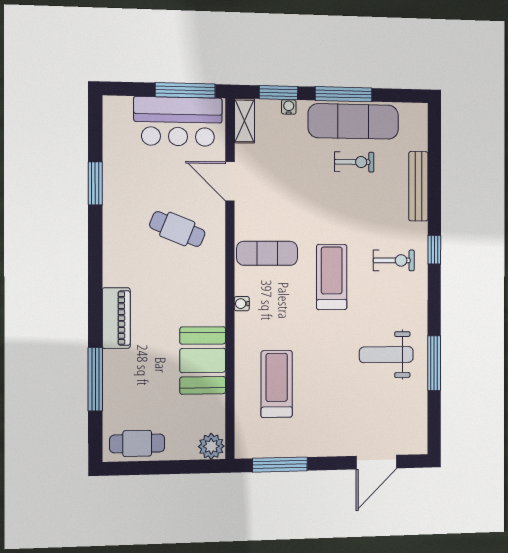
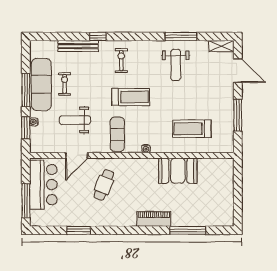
window: (185, 90) -> (26, 201), moved
shelving: (244, 121) -> (221, 46), moved
weight bench: (292, 179) -> (75, 120), added
window: (434, 250) -> (98, 36), moved
treadmill: (332, 277) -> (131, 97), turned 180
cafe table: (137, 443) -> (224, 207), removed
plant: (211, 446) -> (226, 166), removed
window: (280, 465) -> (238, 115), moved

